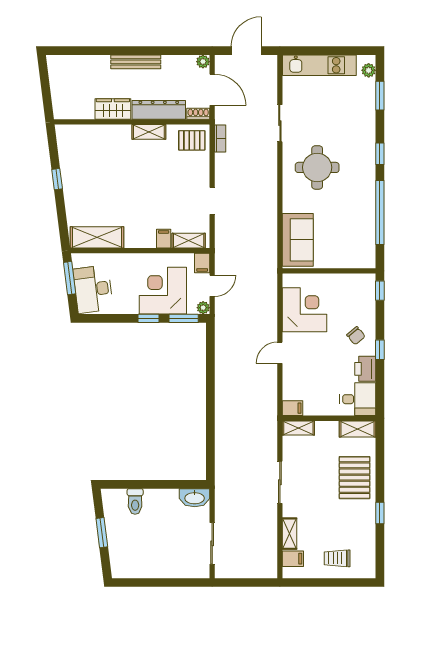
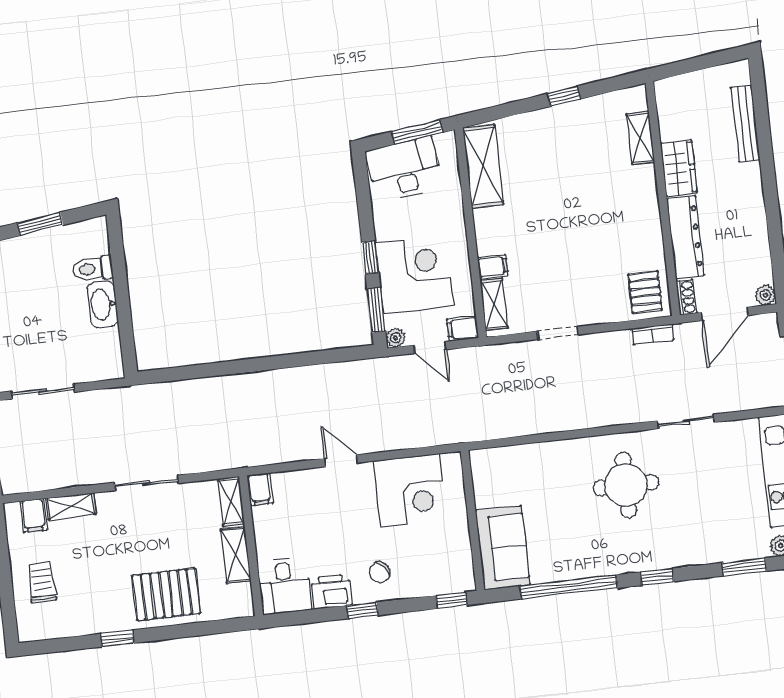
bench: (136, 62) -> (745, 124), moved
shelving: (149, 132) -> (640, 138), moved
sofa: (298, 240) -> (503, 548), moved, turned -90
shelving: (357, 429) -> (236, 555), moved
washbasin: (195, 498) -> (103, 305), moved

